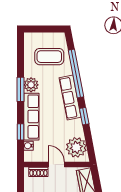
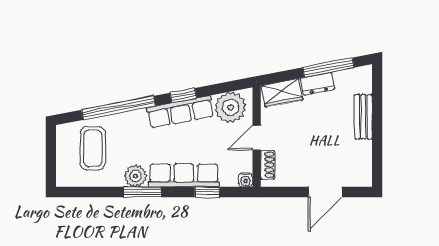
row of seats: (70, 98) -> (180, 112), moved
water cooler: (28, 146) -> (246, 180), moved

